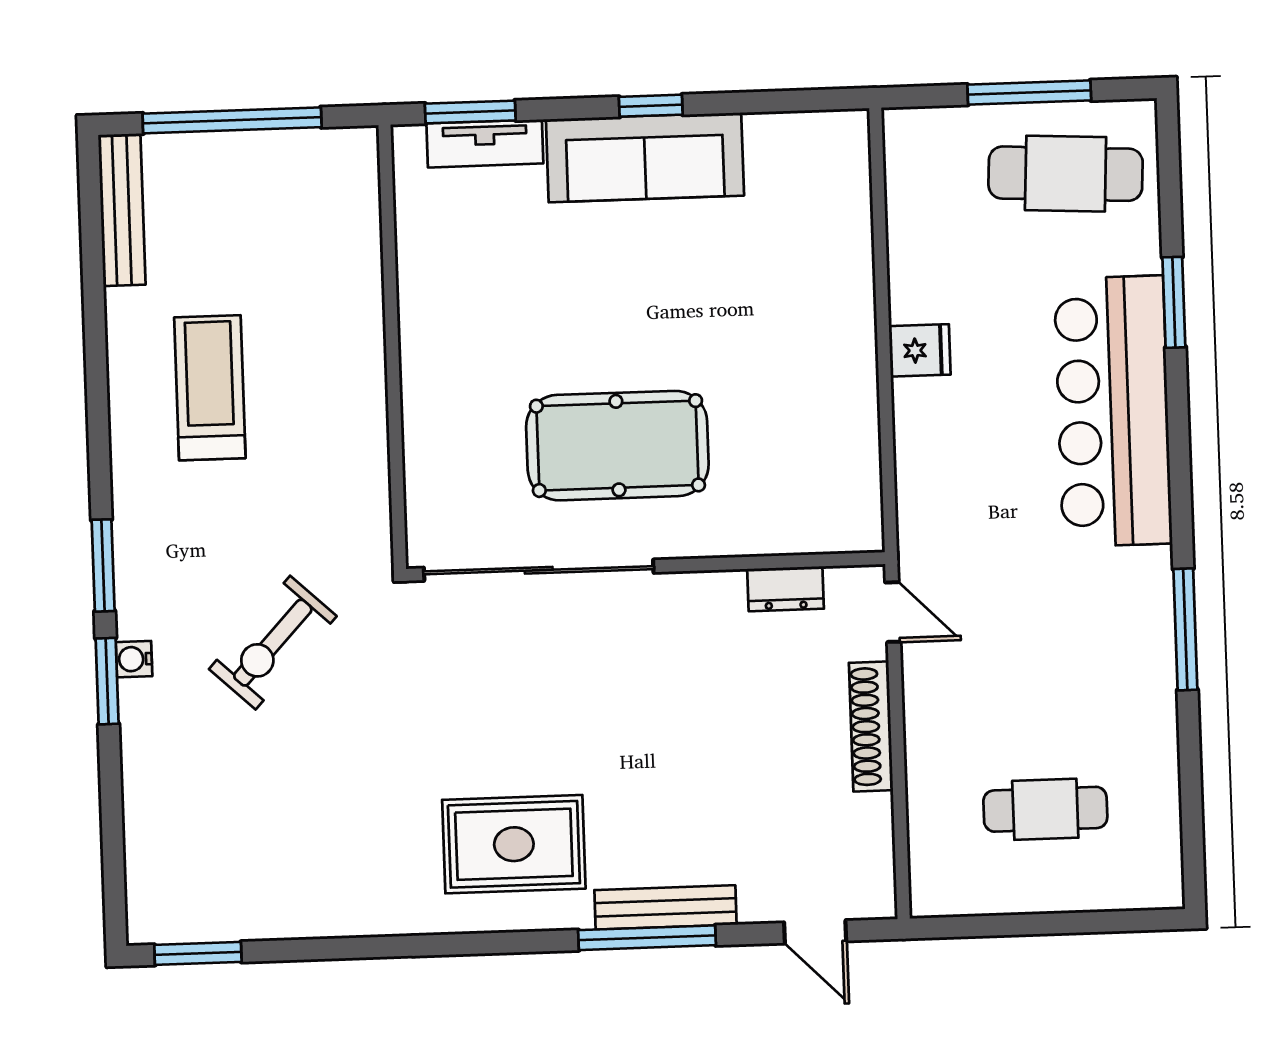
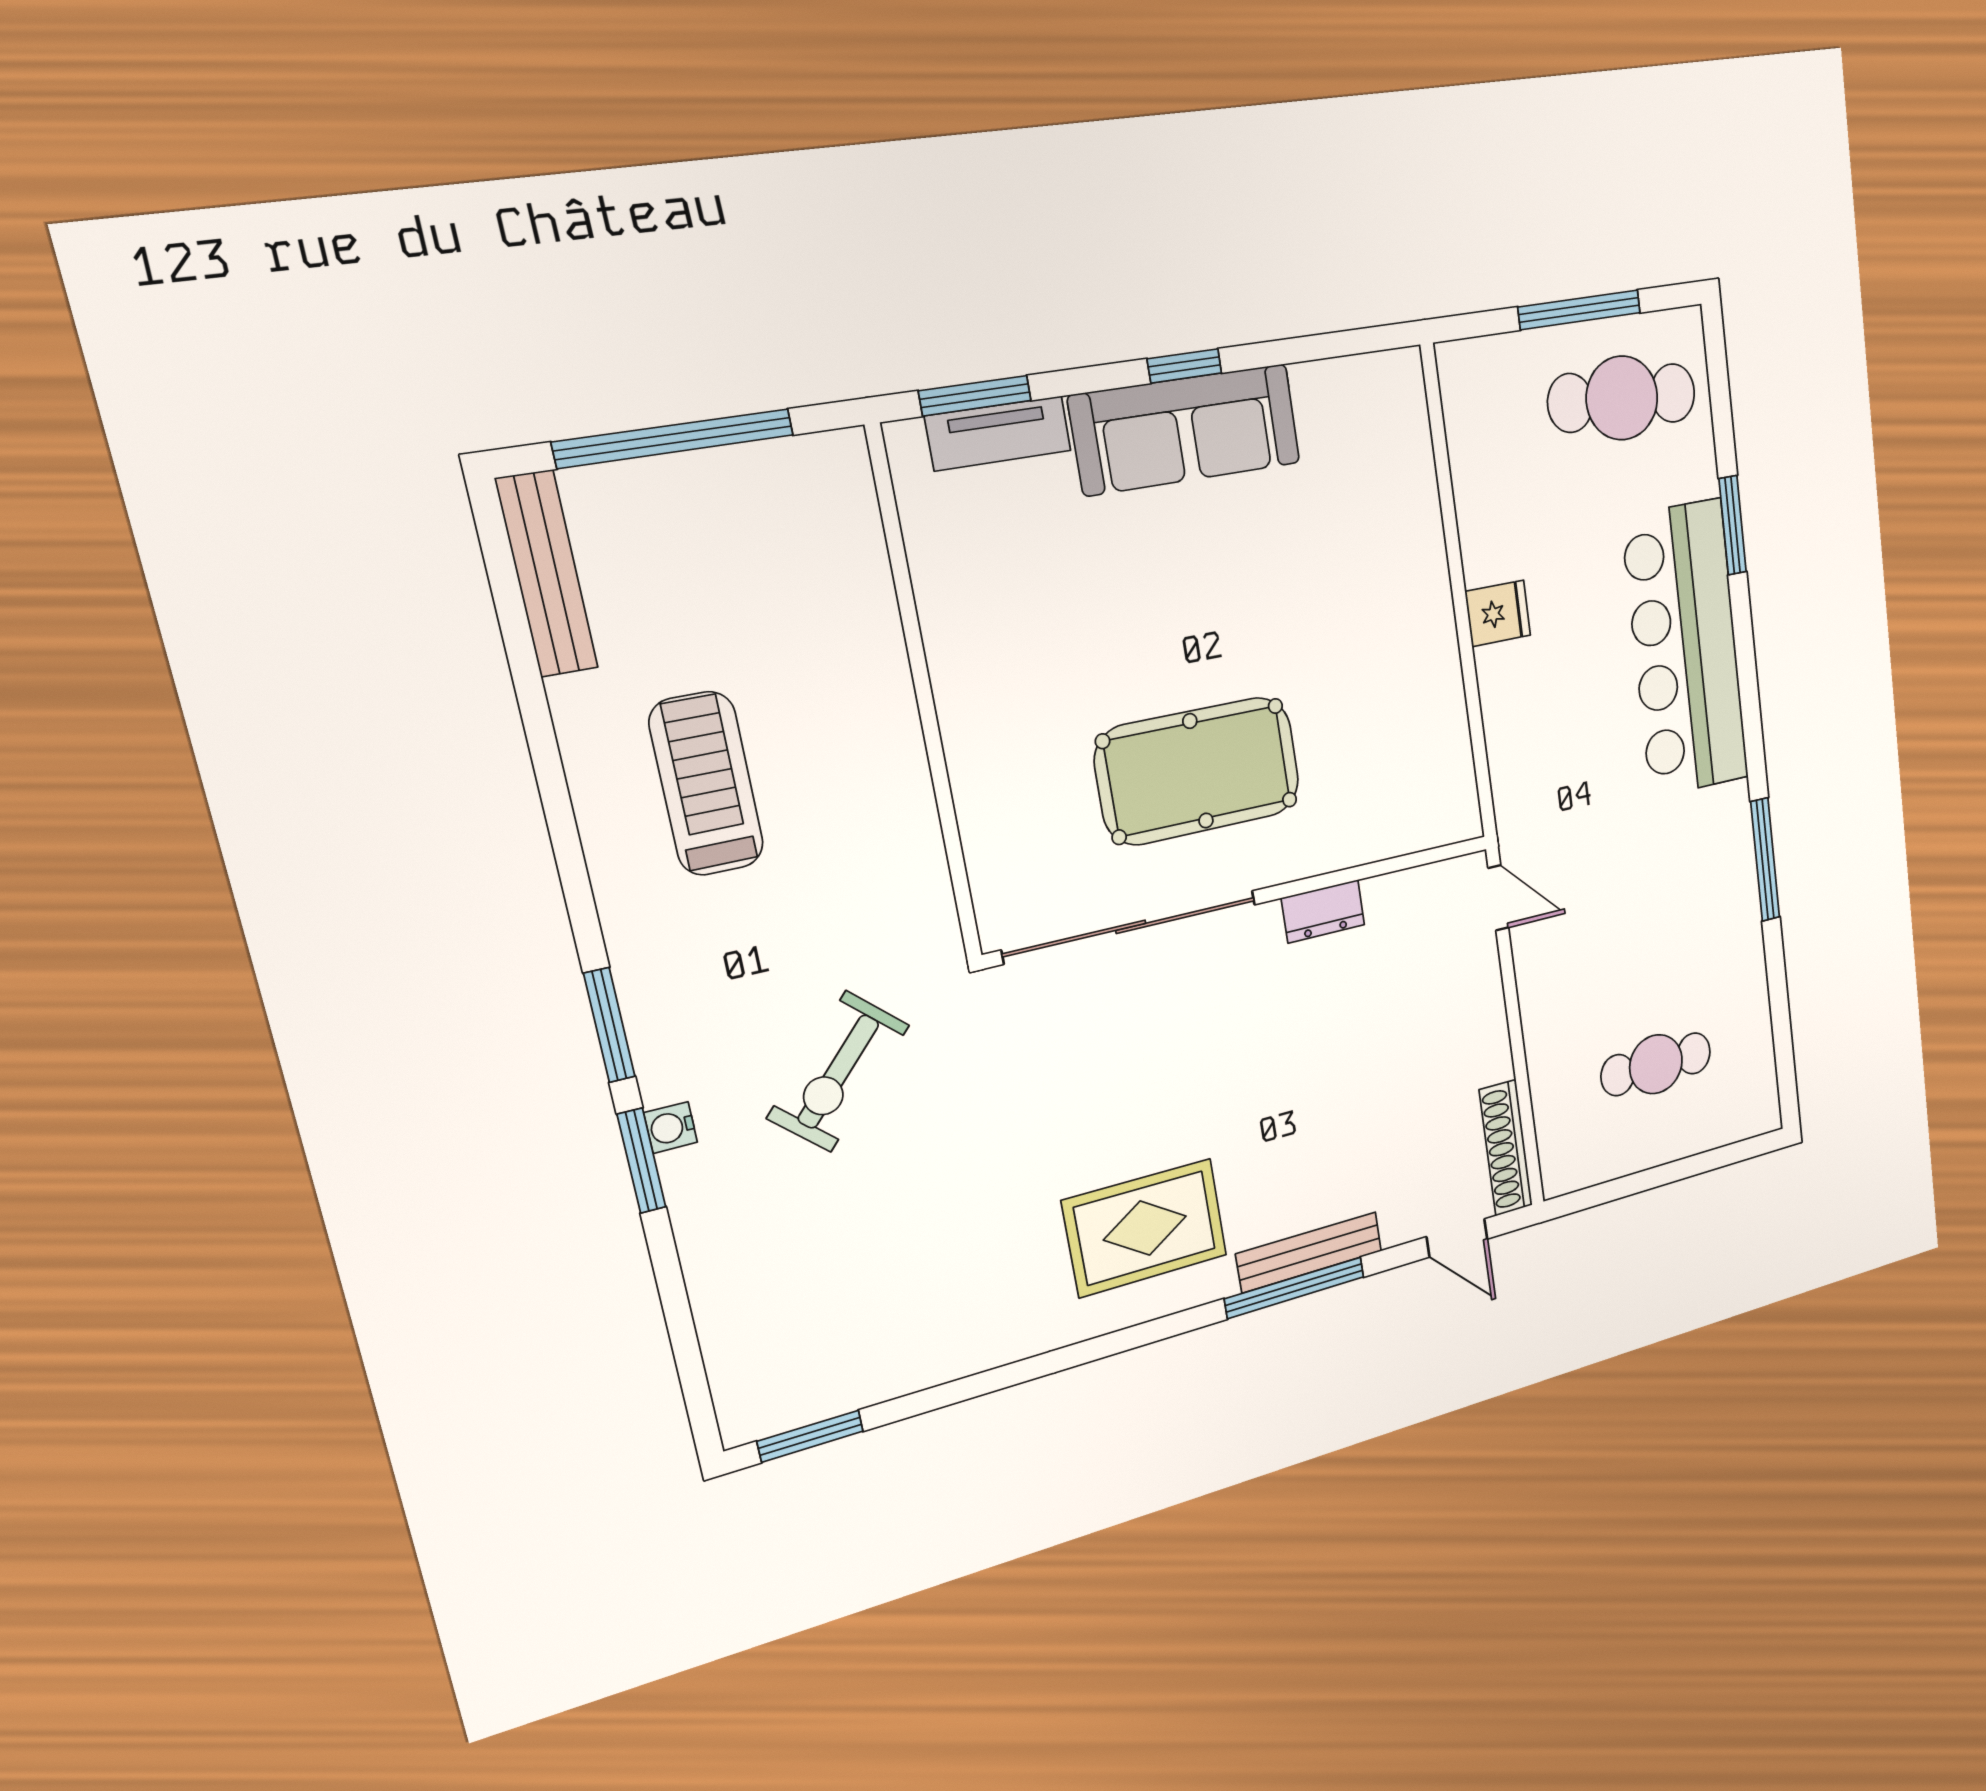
dresser: (786, 589) -> (1323, 911), moved
shoe rack: (871, 726) -> (1506, 1148), moved

